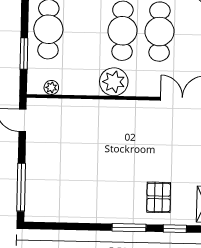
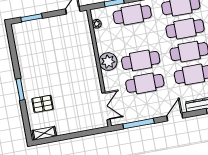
window: (21, 187) -> (31, 18), width x0.69
window: (175, 229) -> (25, 118), removed

